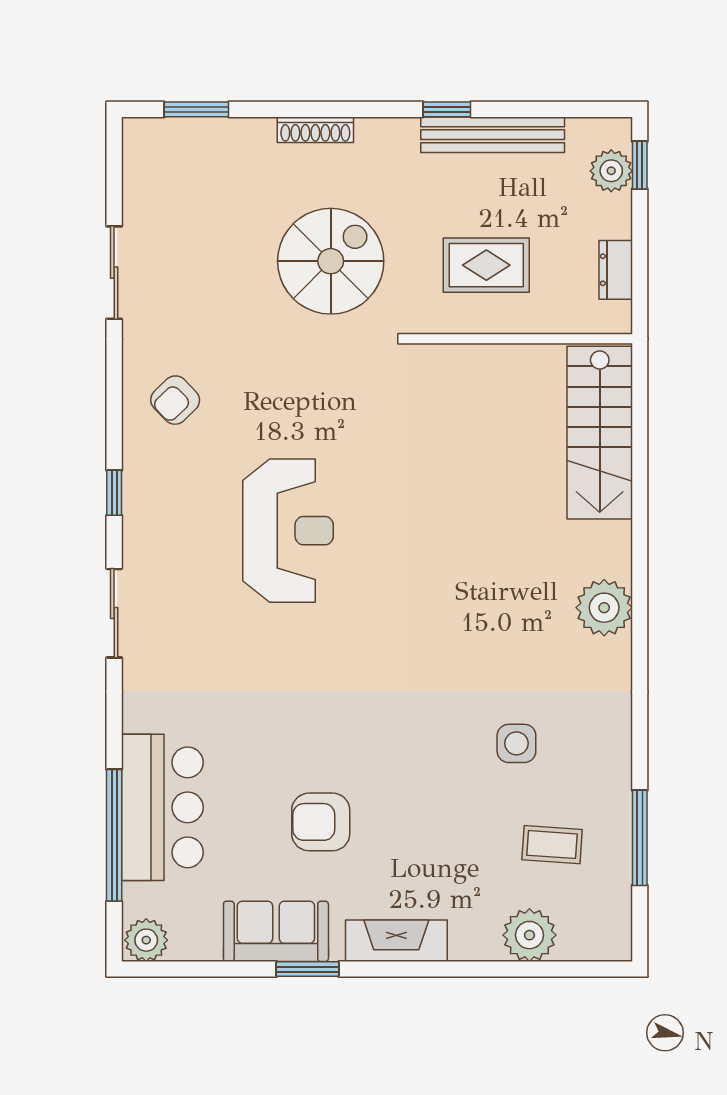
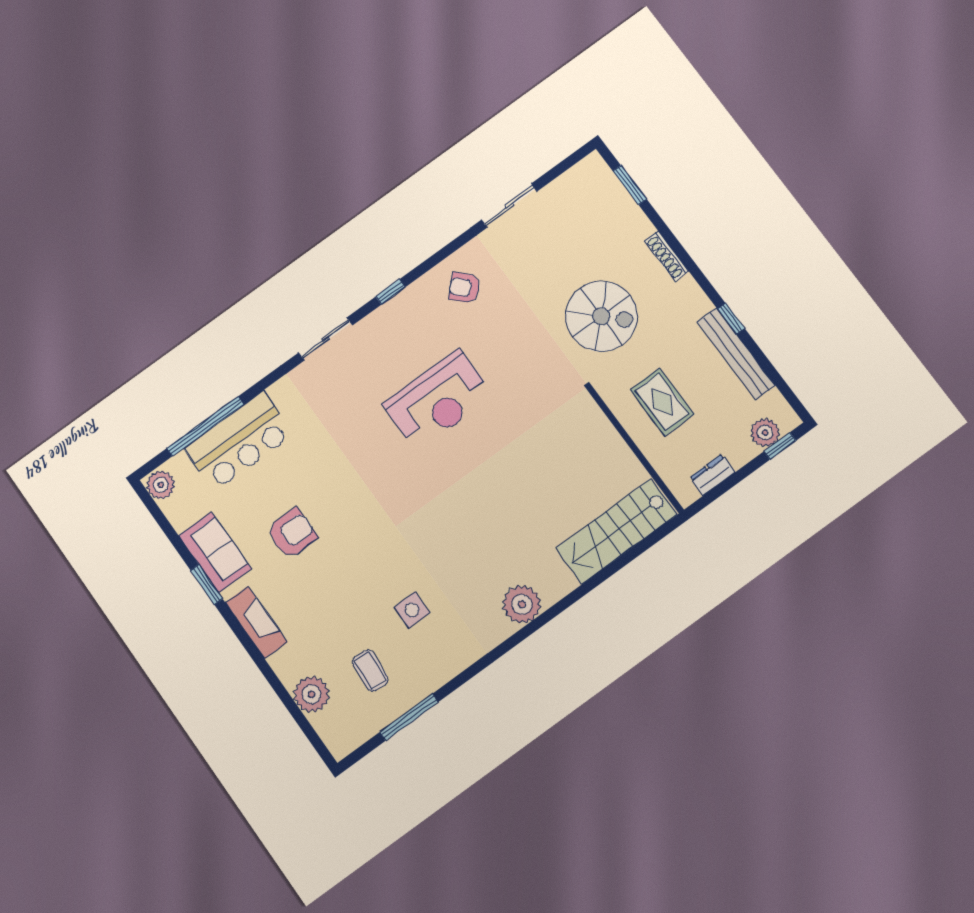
armchair: (321, 822) -> (292, 533), turned 90

